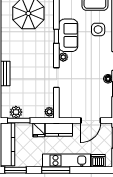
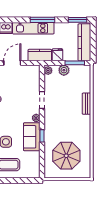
plant: (16, 112) -> (64, 70), moved

